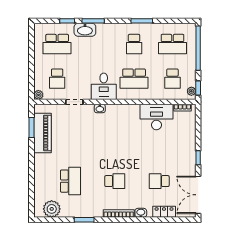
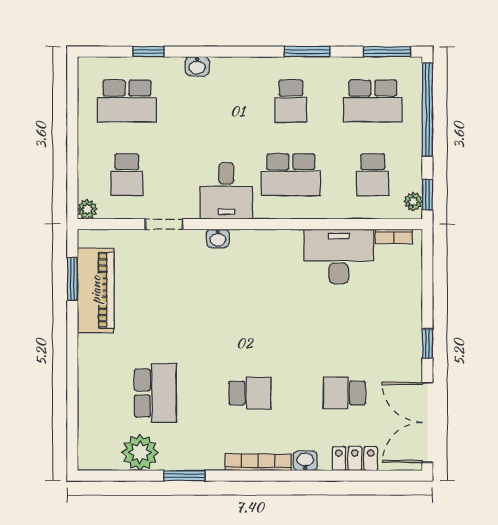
window: (93, 21) -> (387, 52), moved
washbasin: (85, 30) -> (197, 66), width x0.52, depth x0.69
plant: (52, 209) -> (140, 452), moved

